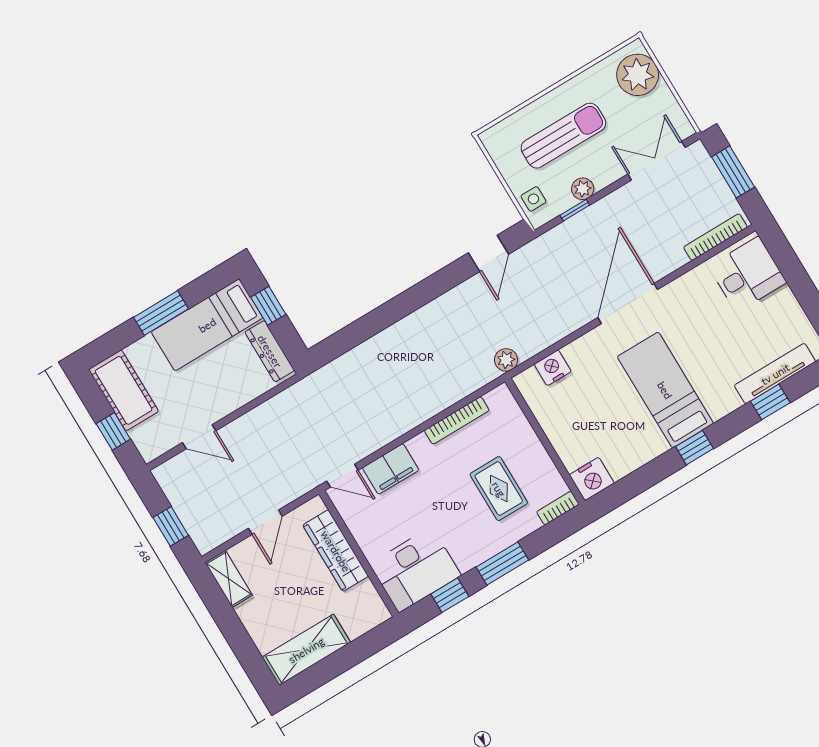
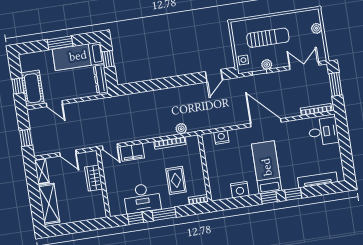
plant: (638, 75) -> (317, 28), width x0.53, depth x0.53
door: (628, 304) -> (266, 123), hinge flipped
plant: (506, 360) -> (181, 129), moved
cot: (124, 390) -> (33, 88), moved
window: (770, 402) -> (293, 194), moved
nightstand: (592, 479) -> (240, 190), moved
door: (265, 522) -> (68, 153), hinge flipped
wardrobe: (336, 551) -> (94, 178), width x0.67
desk: (415, 570) -> (142, 198), moved
shelving: (306, 650) -> (49, 204), moved, turned 90

